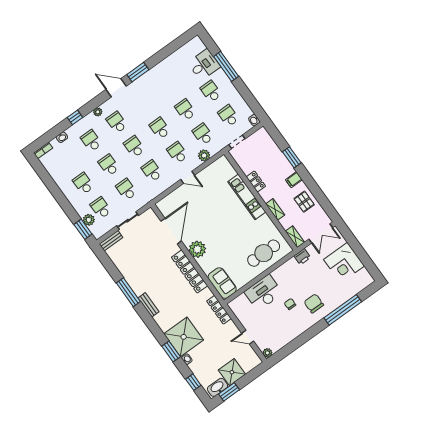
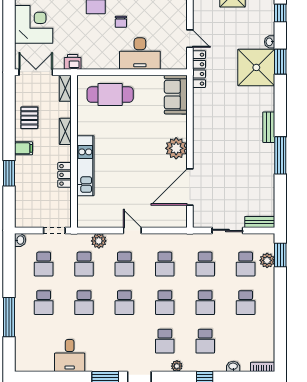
desk: (204, 65) -> (70, 356), moved, turned -90
locker: (190, 271) -> (201, 131), removed
door: (248, 337) -> (190, 39), moved

